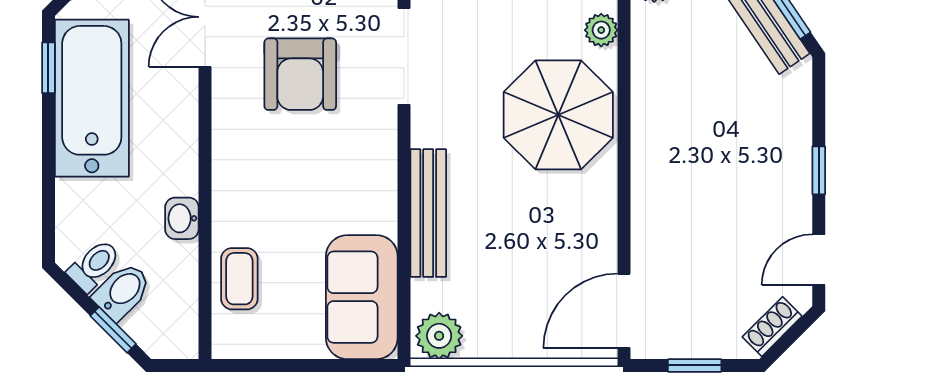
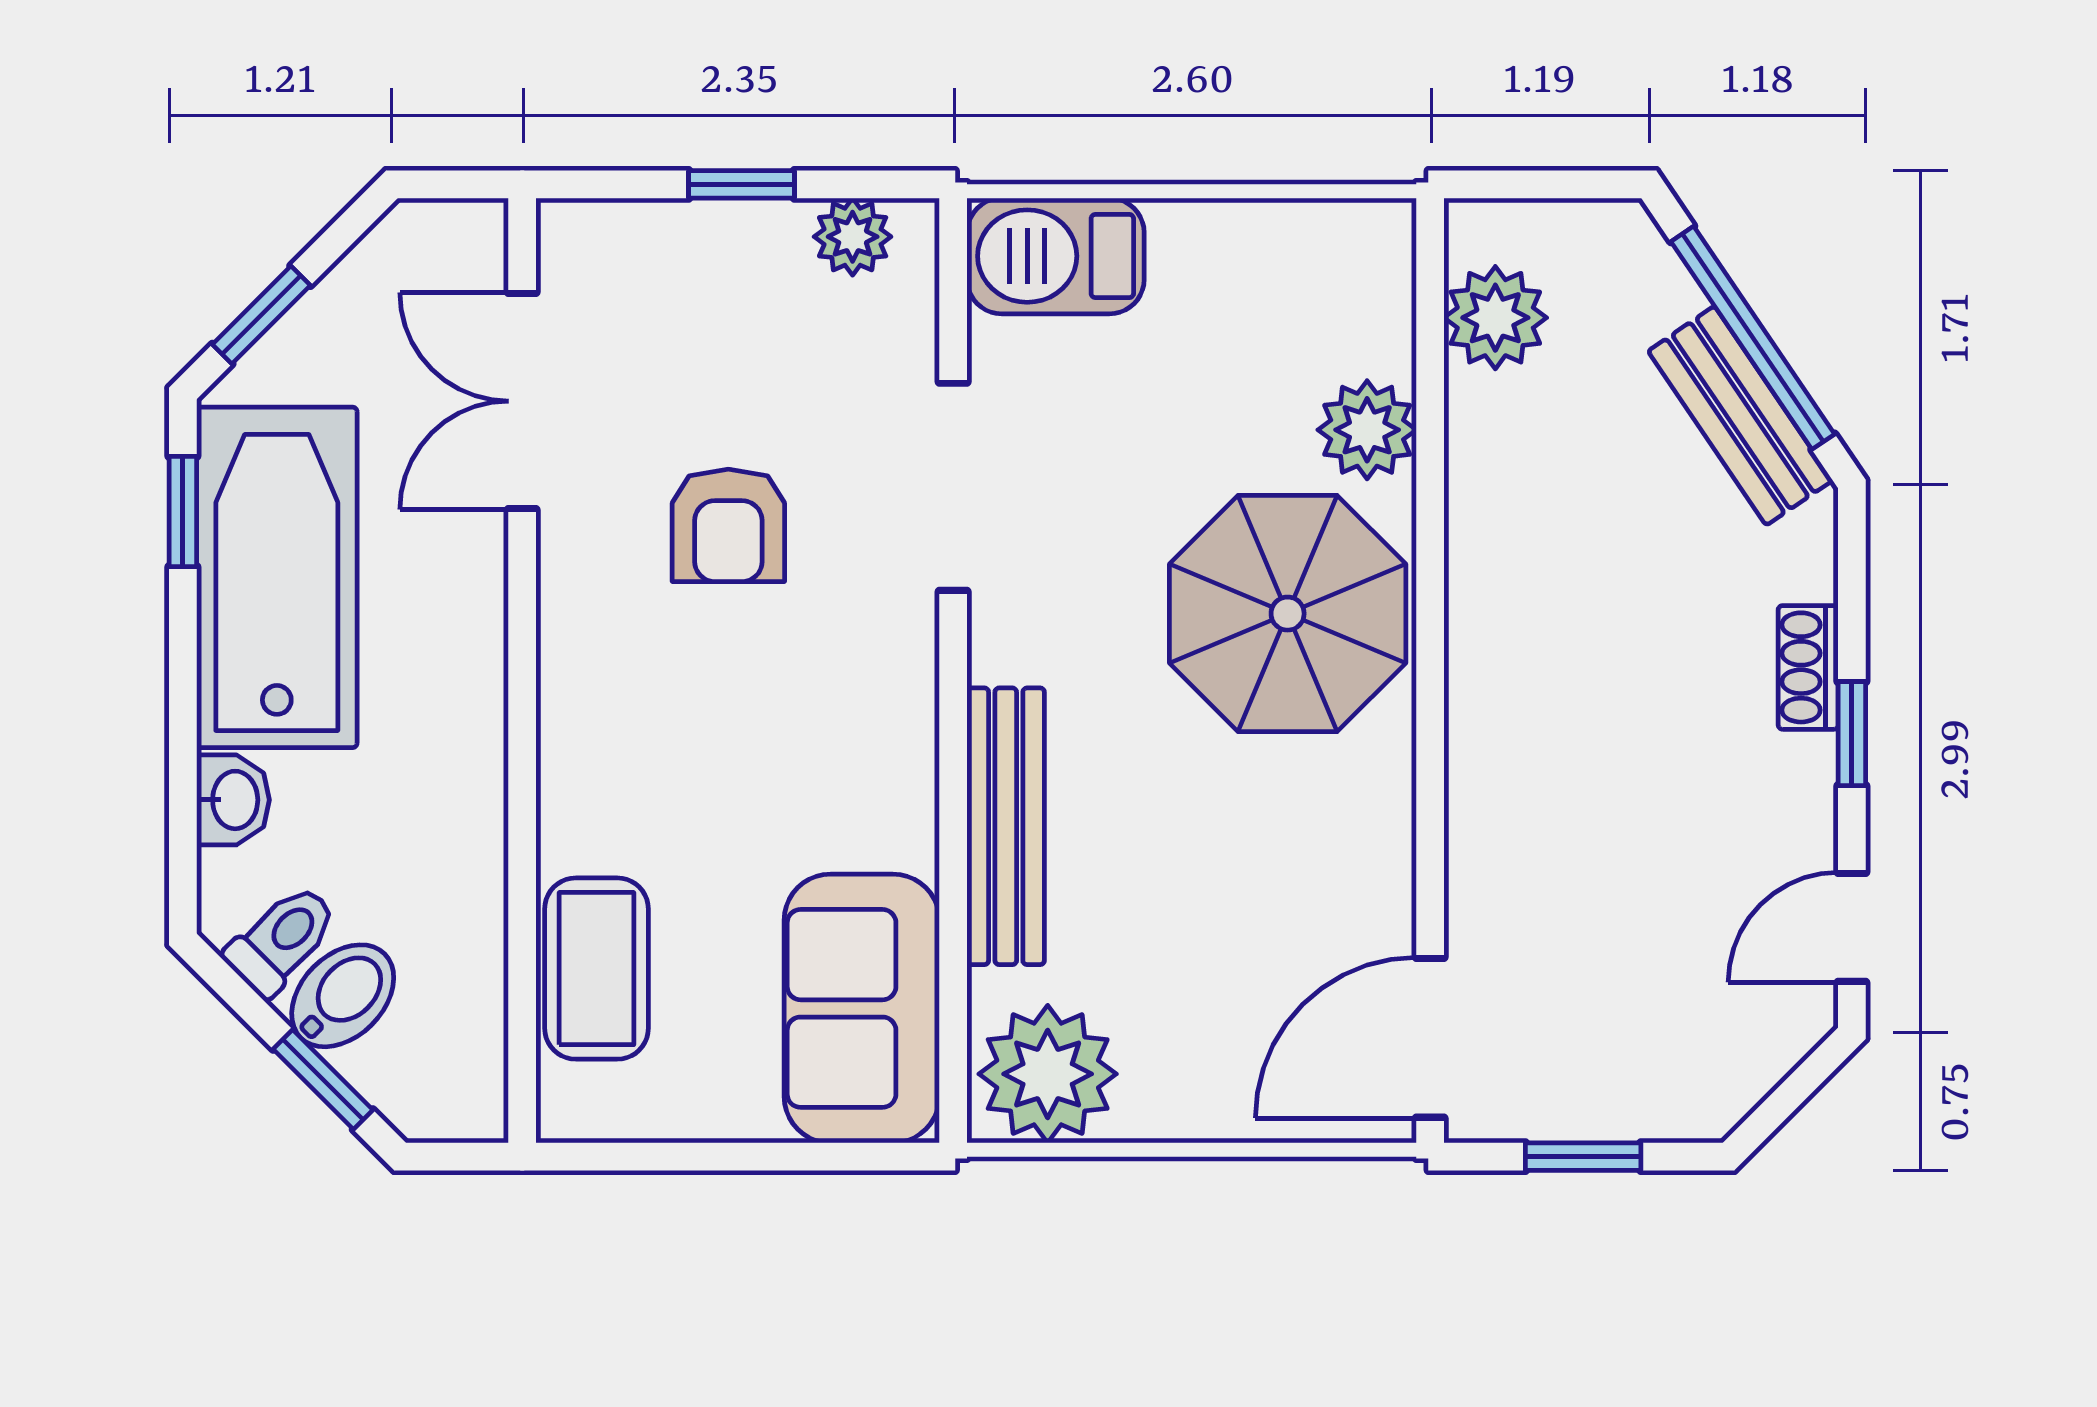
plant: (601, 30) -> (1367, 430), width x1.38, depth x1.38
armchair: (300, 74) -> (728, 525), width x0.72, depth x0.72
washbasin: (182, 218) -> (233, 800), moved, turned 180
coffee table: (239, 279) -> (597, 969), width x1.36, depth x1.30
shoe rack: (772, 327) -> (1808, 667), moved, turned -45
plant: (439, 336) -> (1048, 1074), width x1.36, depth x1.36

